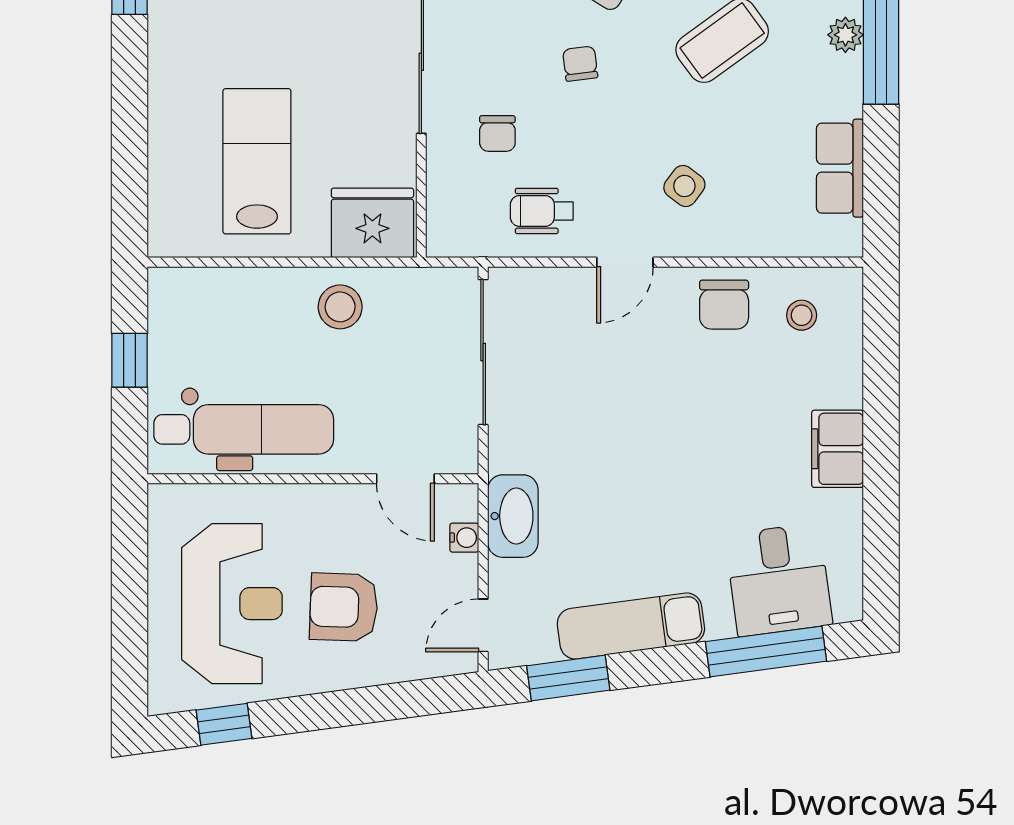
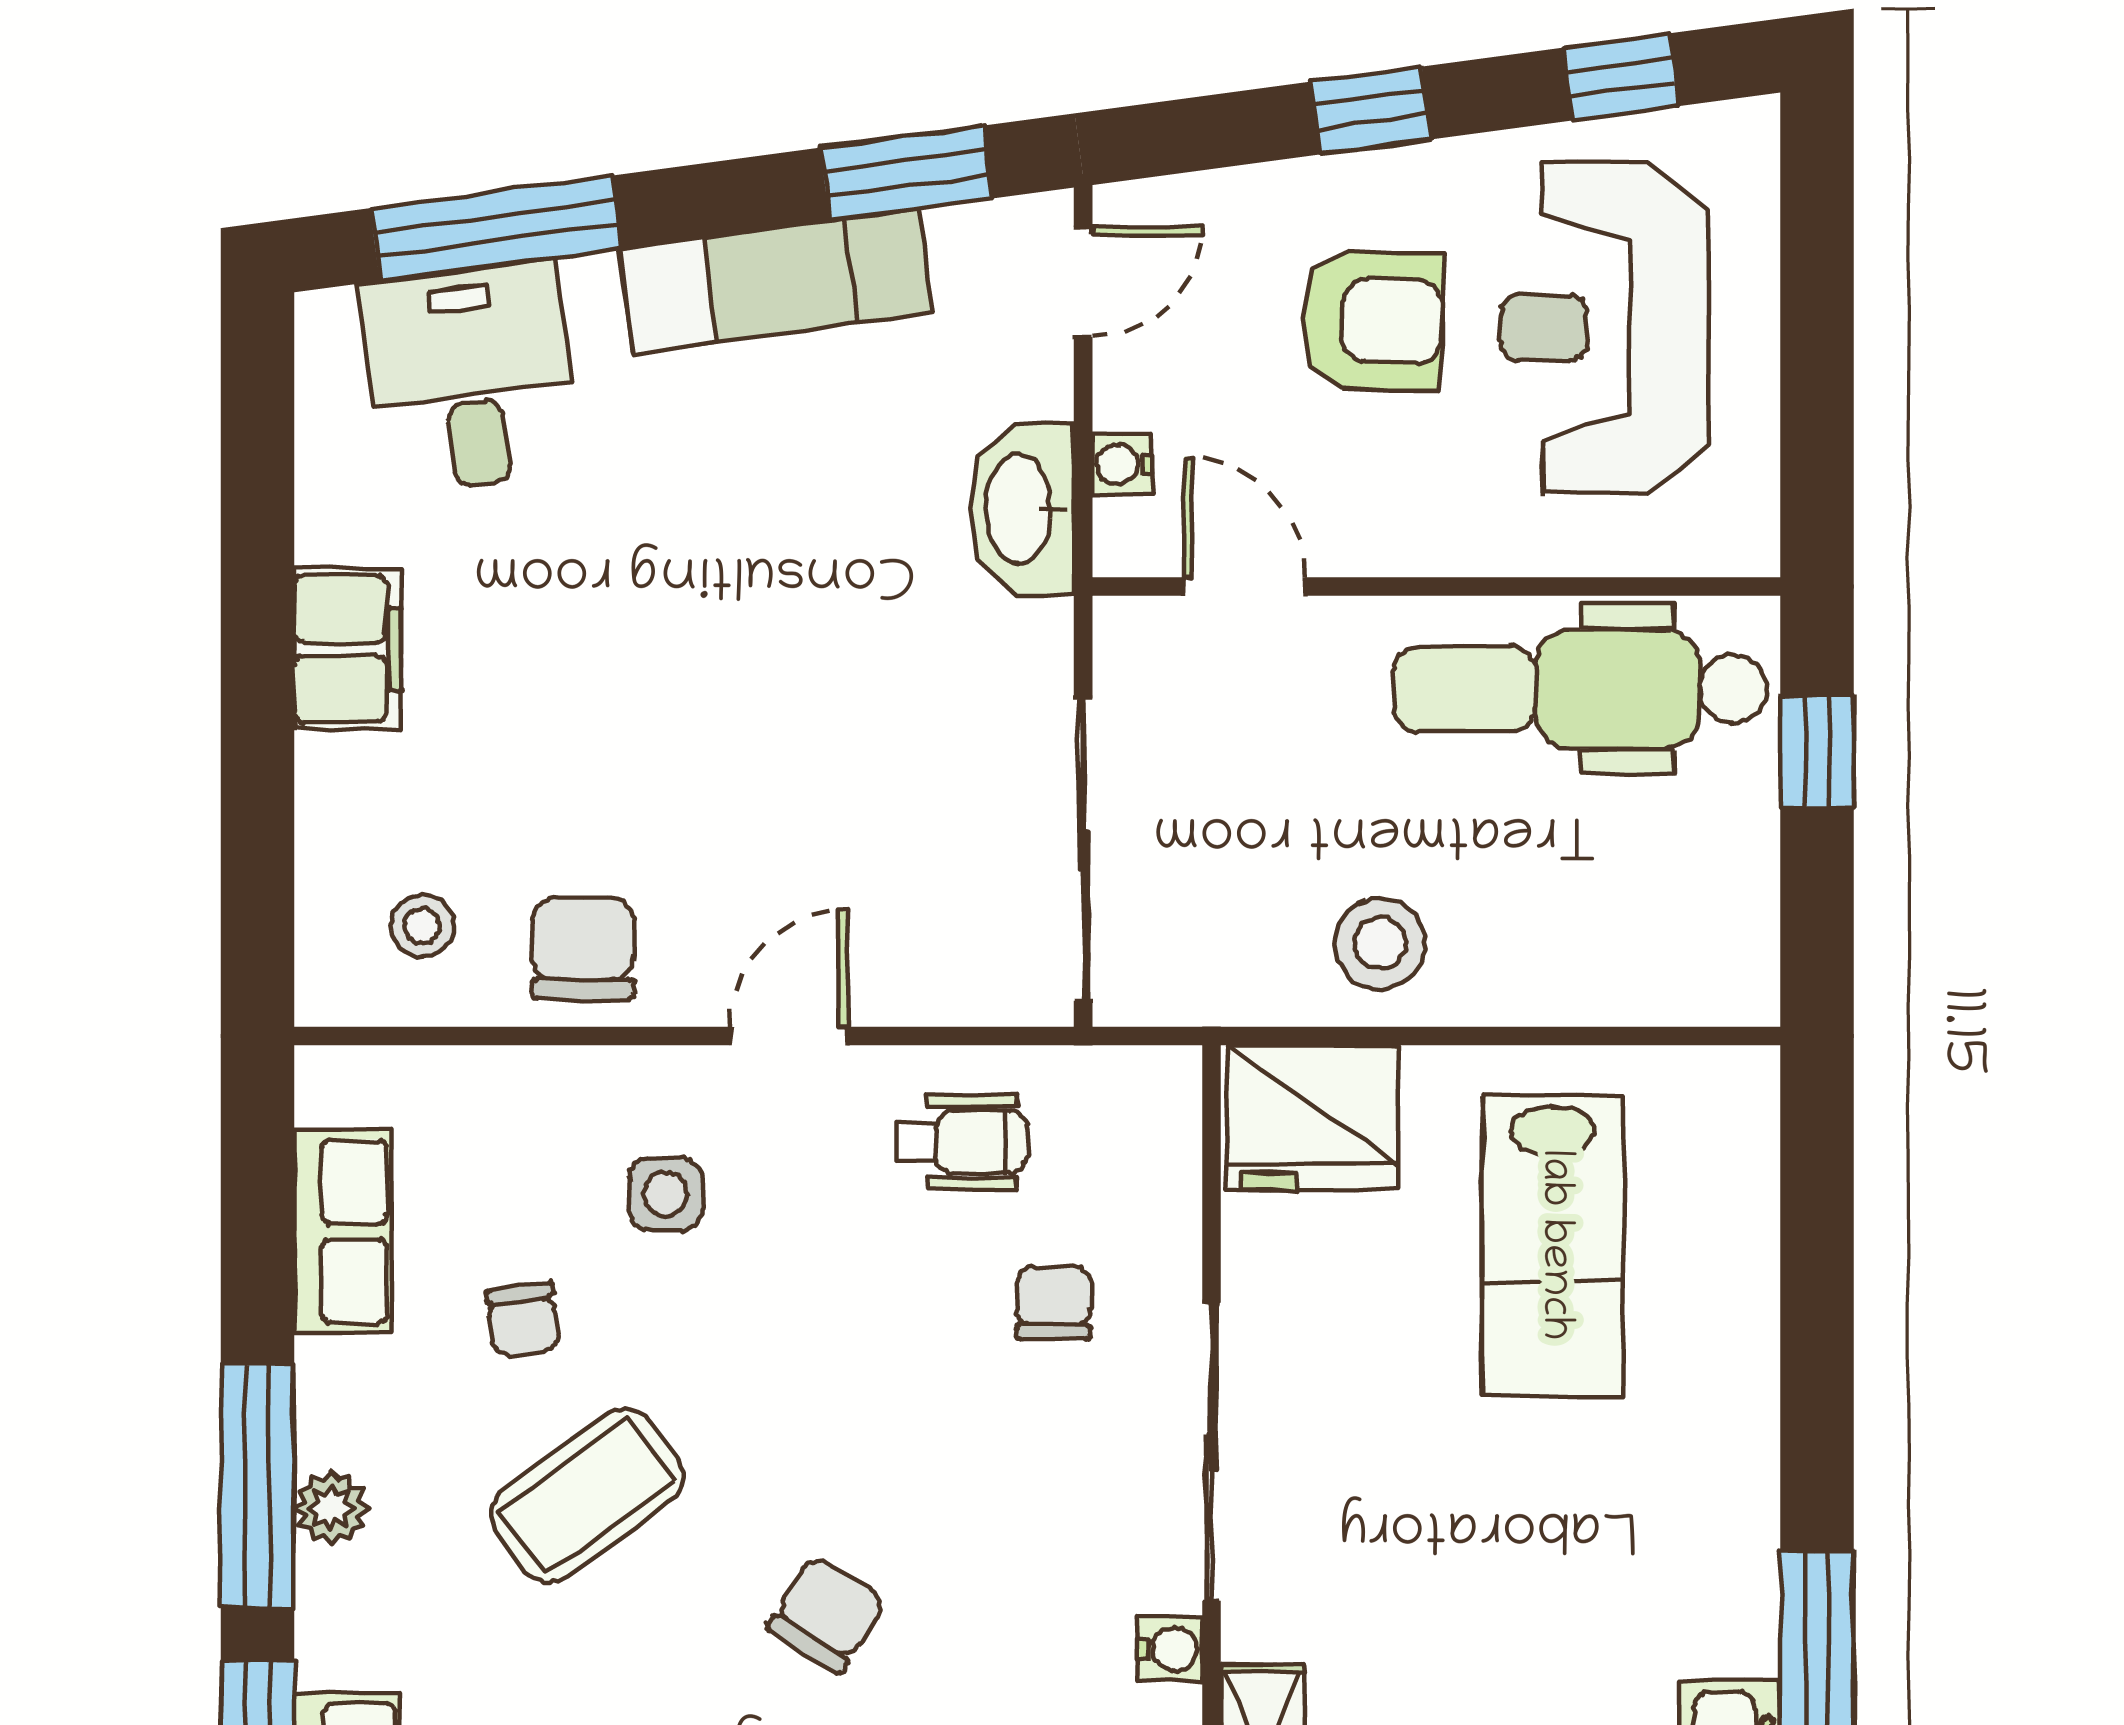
chair: (580, 64) -> (523, 1320), moved
side table: (684, 186) -> (665, 1194), turned -37
window: (130, 360) -> (1817, 752), moved
window: (344, 708) -> (1371, 110), added

